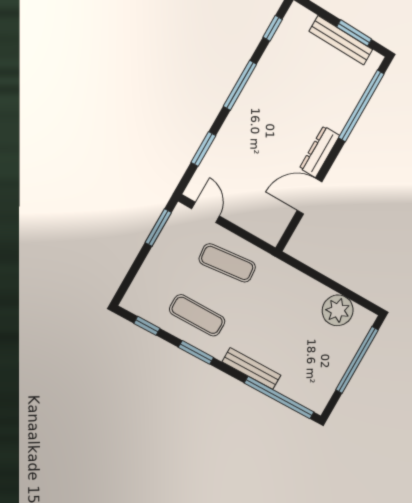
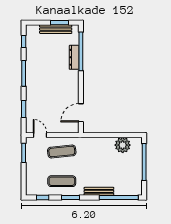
dresser: (320, 152) -> (74, 57), moved
door: (310, 196) -> (81, 113), moved

